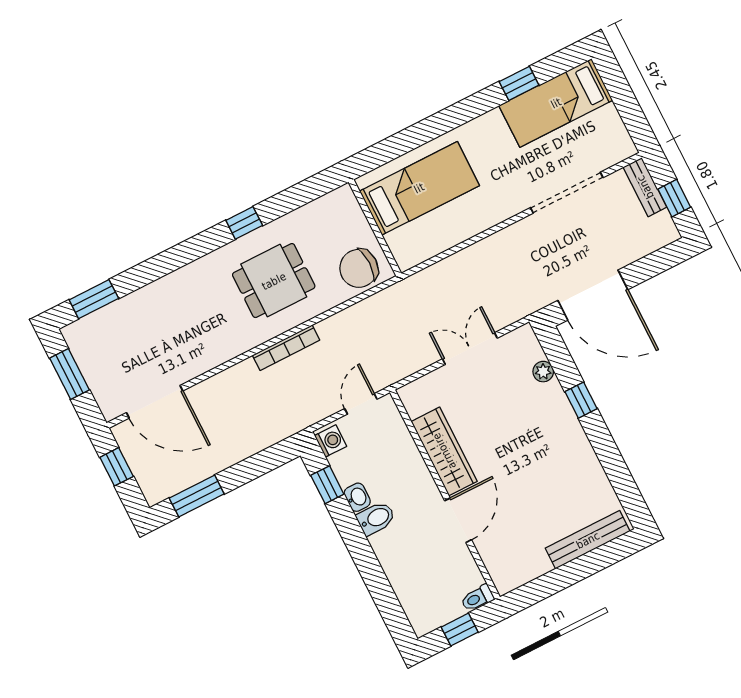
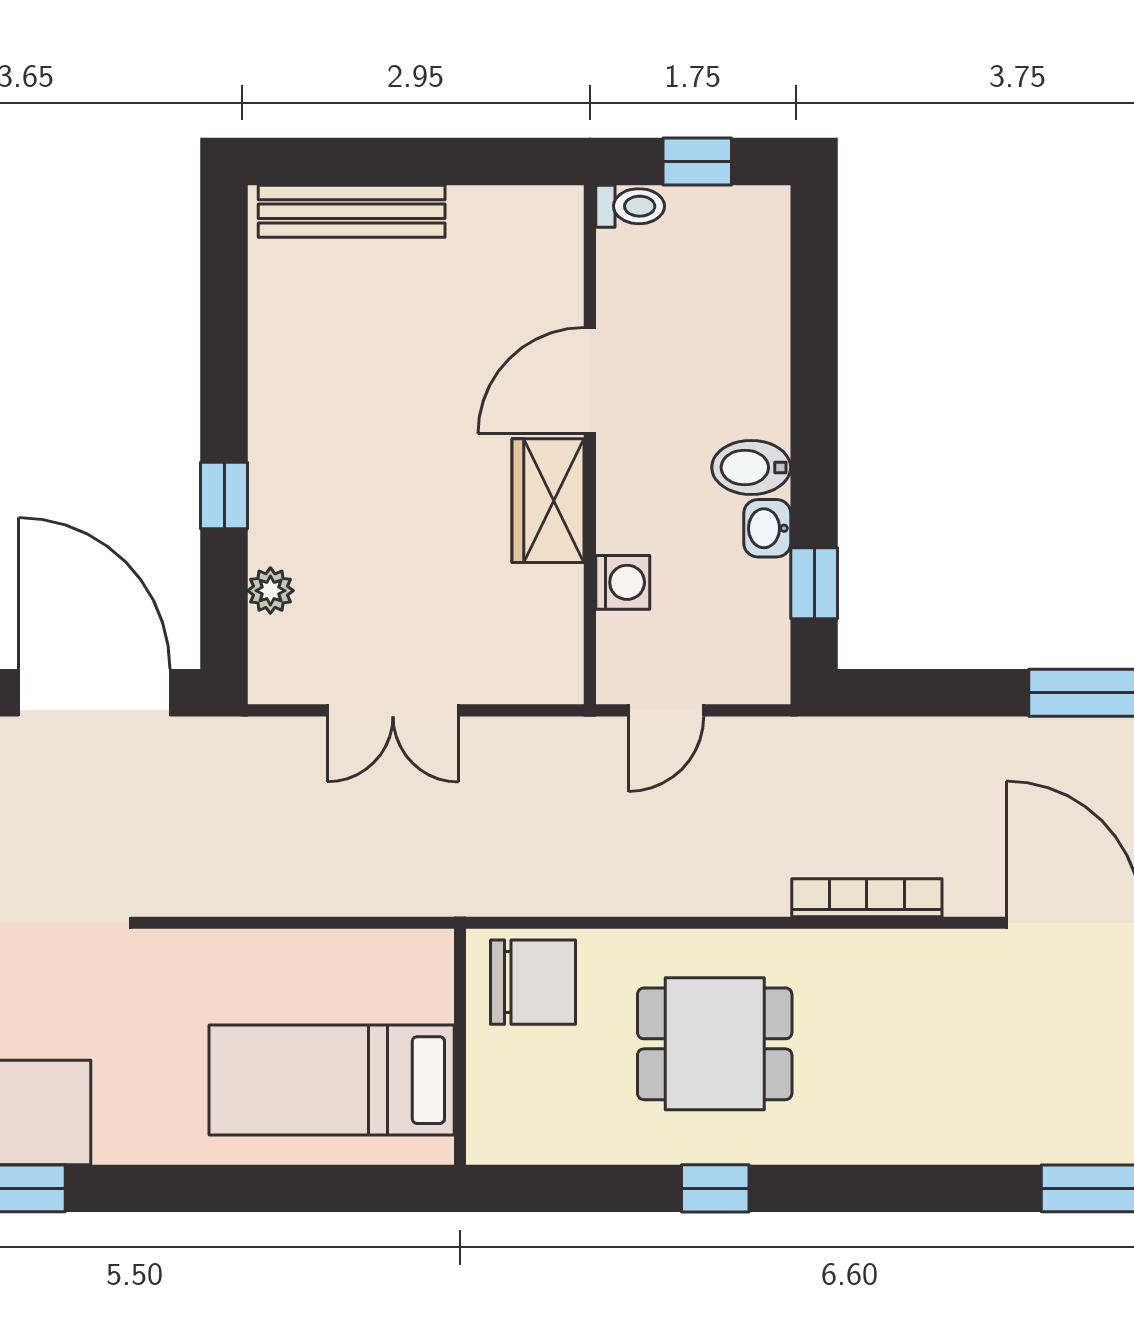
bookcase: (286, 348) -> (867, 898), moved
washing machine: (331, 441) -> (623, 582), moved, turned 180
wardrobe: (444, 451) -> (548, 501), width x0.67

